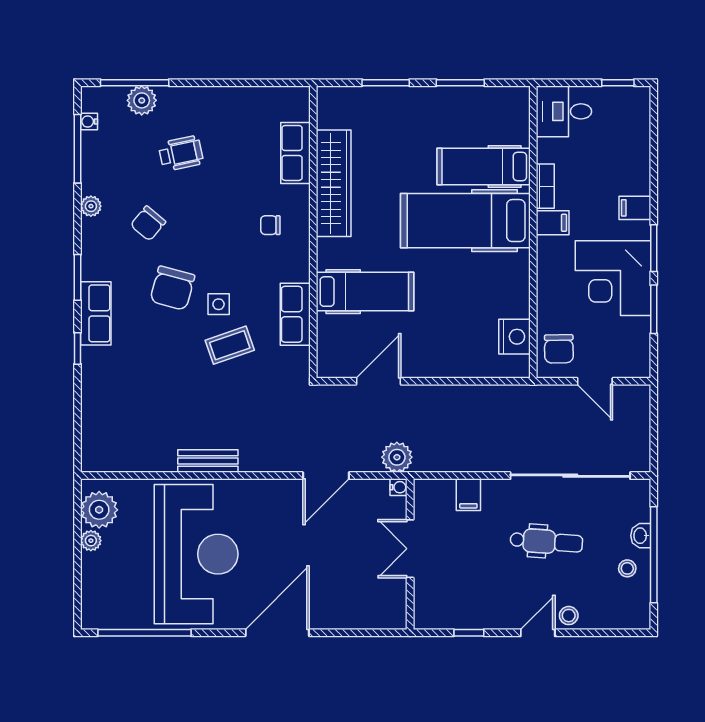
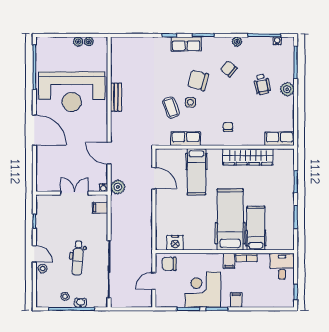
plant: (142, 100) -> (287, 89), moved
row of seats: (295, 153) -> (280, 139), moved
filing cabinet: (468, 495) -> (100, 208), moved
plant: (99, 510) -> (89, 41), width x0.53, depth x0.53

